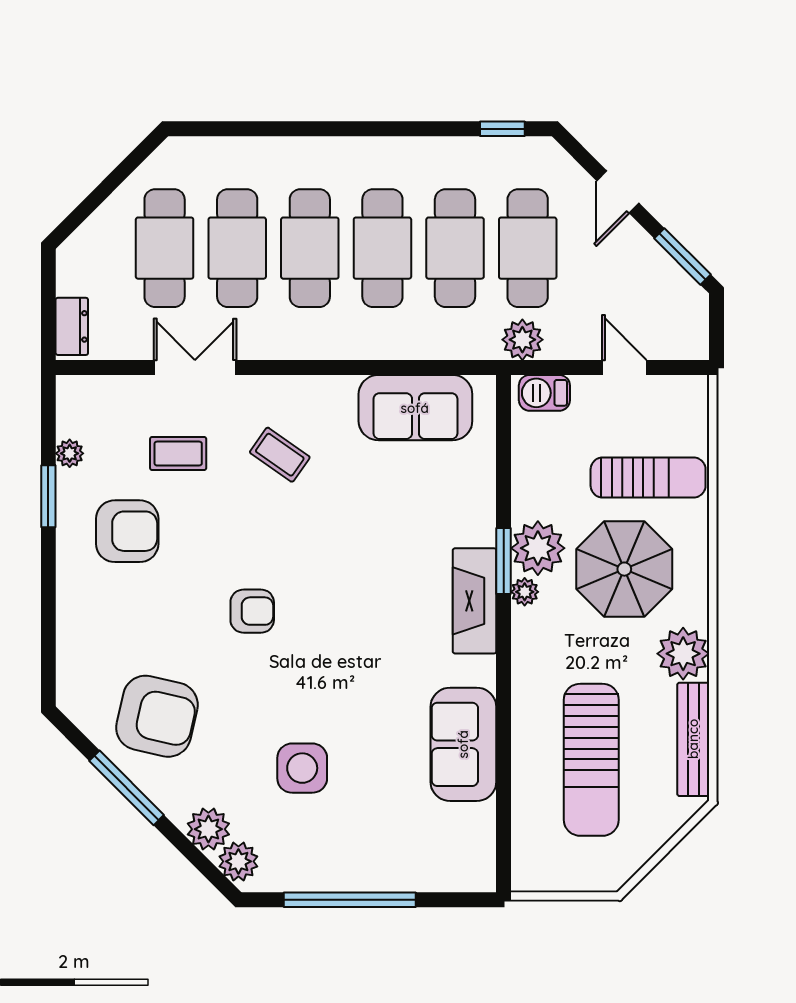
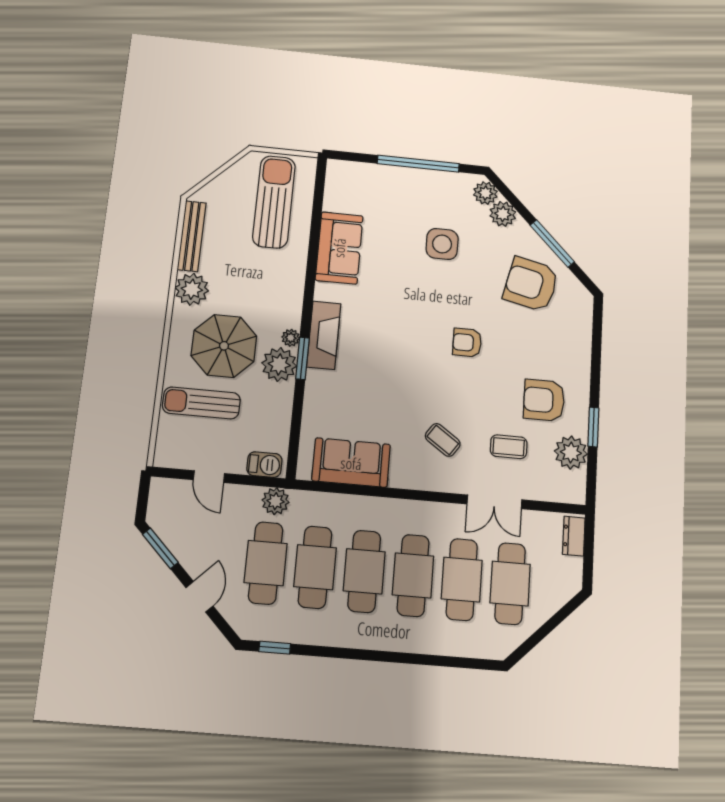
plant: (70, 453) -> (571, 453), width x1.88, depth x1.88
sun lounger: (591, 760) -> (274, 202), moved

